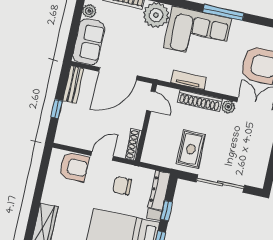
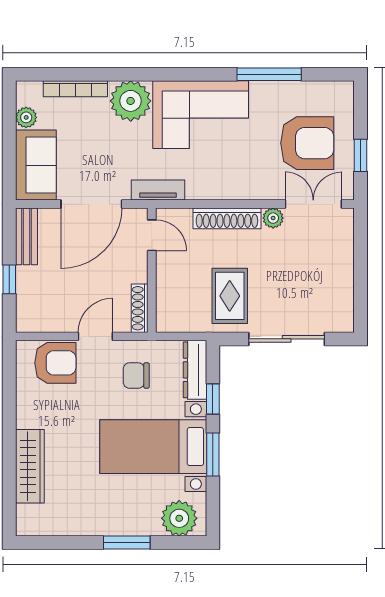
window: (223, 13) -> (269, 74), moved
tv unit: (188, 80) -> (158, 190), moved

